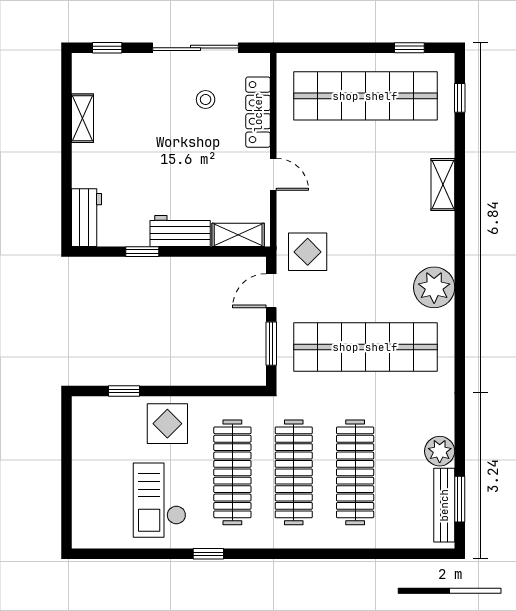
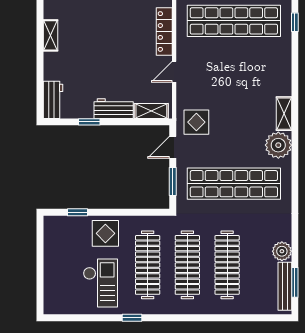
stool: (206, 99) -> (130, 23), removed
door: (273, 174) -> (174, 72), swing flipped
shelving: (443, 185) -> (284, 114), moved
checkout: (160, 500) -> (100, 283), turned 180

